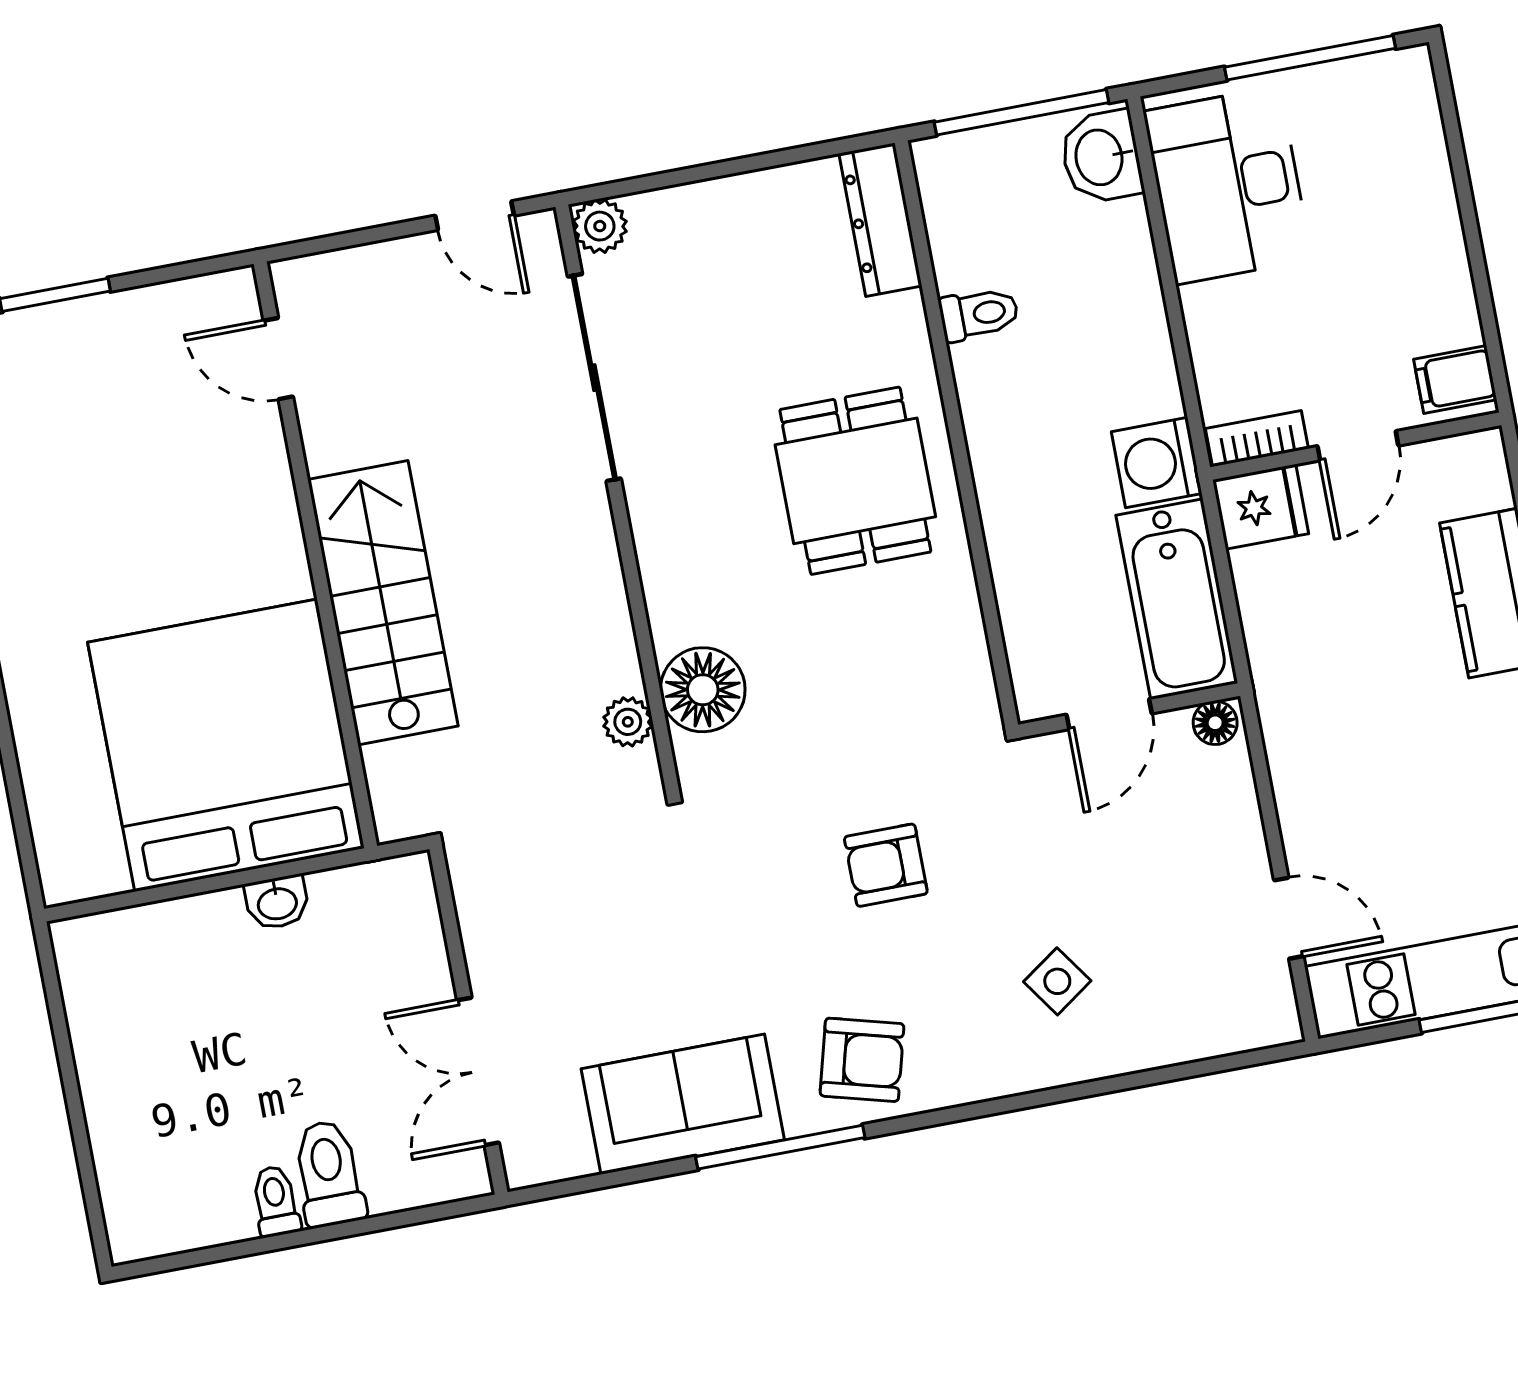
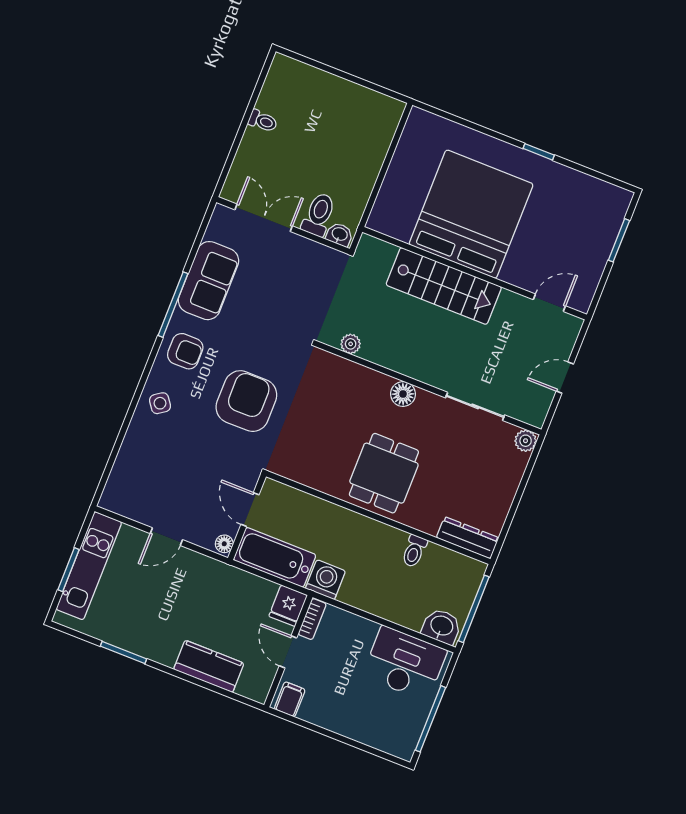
door: (475, 216) -> (565, 378), moved
sliding door: (594, 378) -> (475, 406), width x0.73
dining table: (855, 481) -> (384, 473), turned 90
floor lamp: (703, 690) -> (403, 394), moved, width x0.73, depth x0.73
bed: (226, 745) -> (471, 214), moved, turned -90
armchair: (886, 865) -> (246, 401), width x1.88, depth x1.88
washbasin: (277, 902) -> (339, 235), moved, turned 90
door: (1289, 918) -> (166, 537), moved
side table: (1057, 981) -> (160, 403), moved
armchair: (862, 1060) -> (185, 351), turned -105
toilet: (329, 1174) -> (319, 215), moved, turned -90

